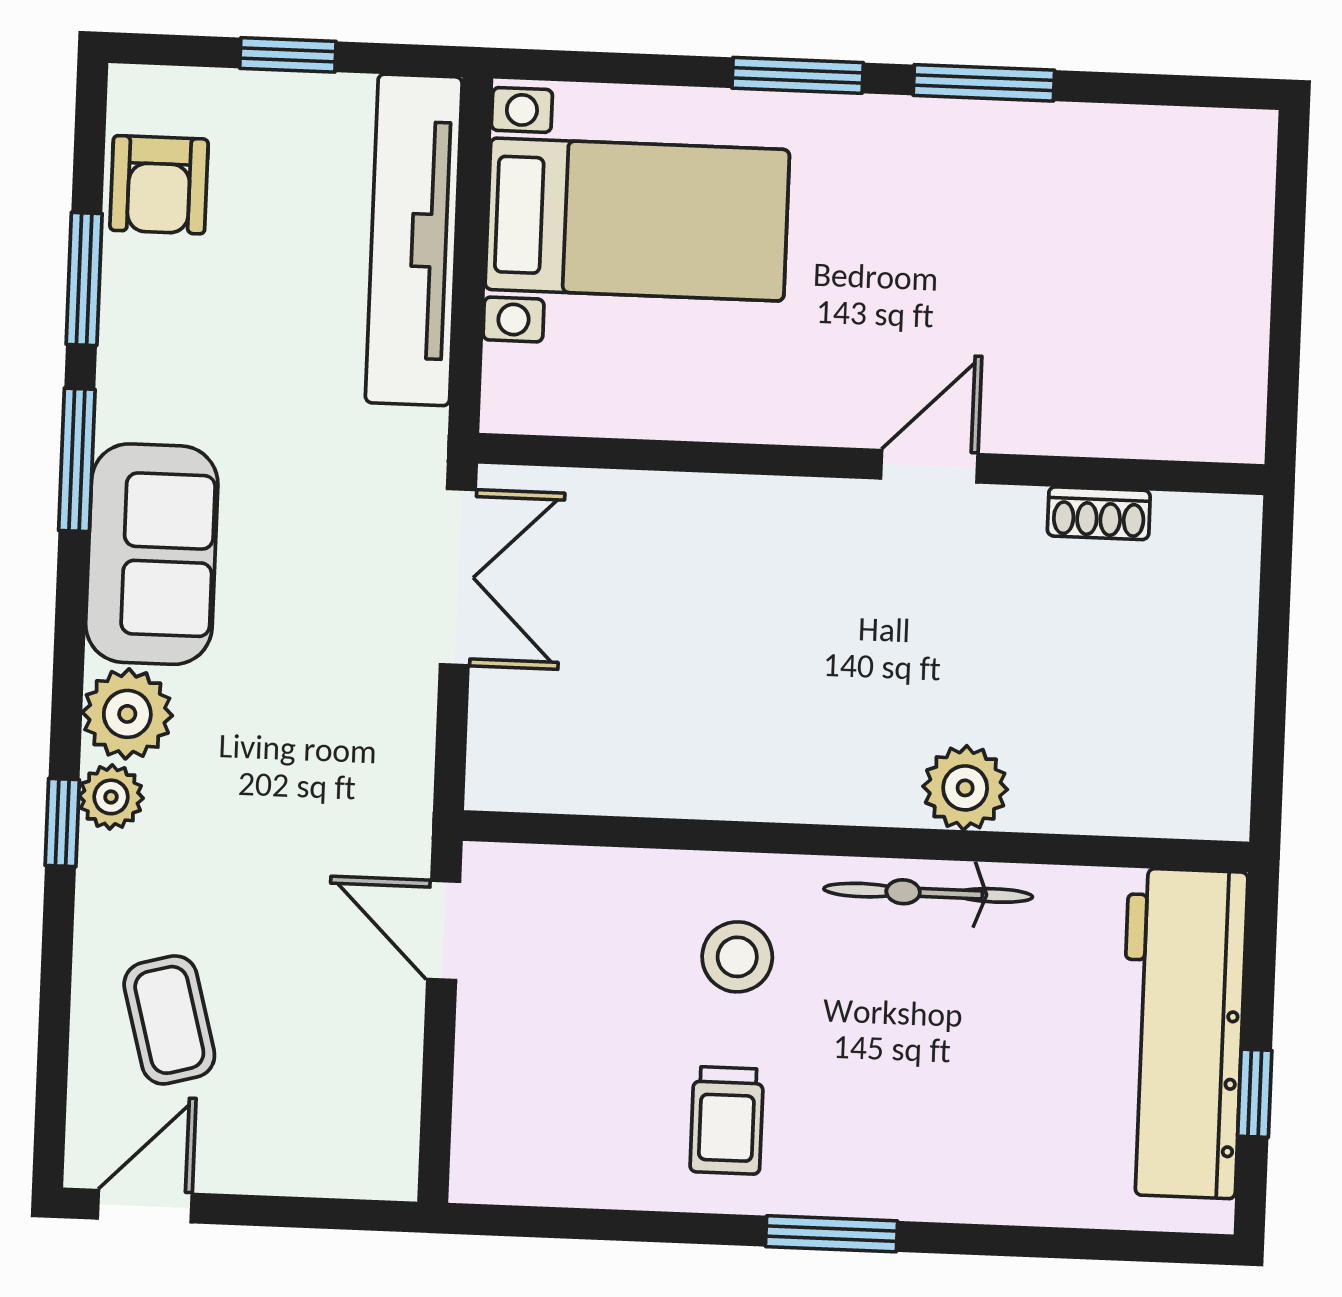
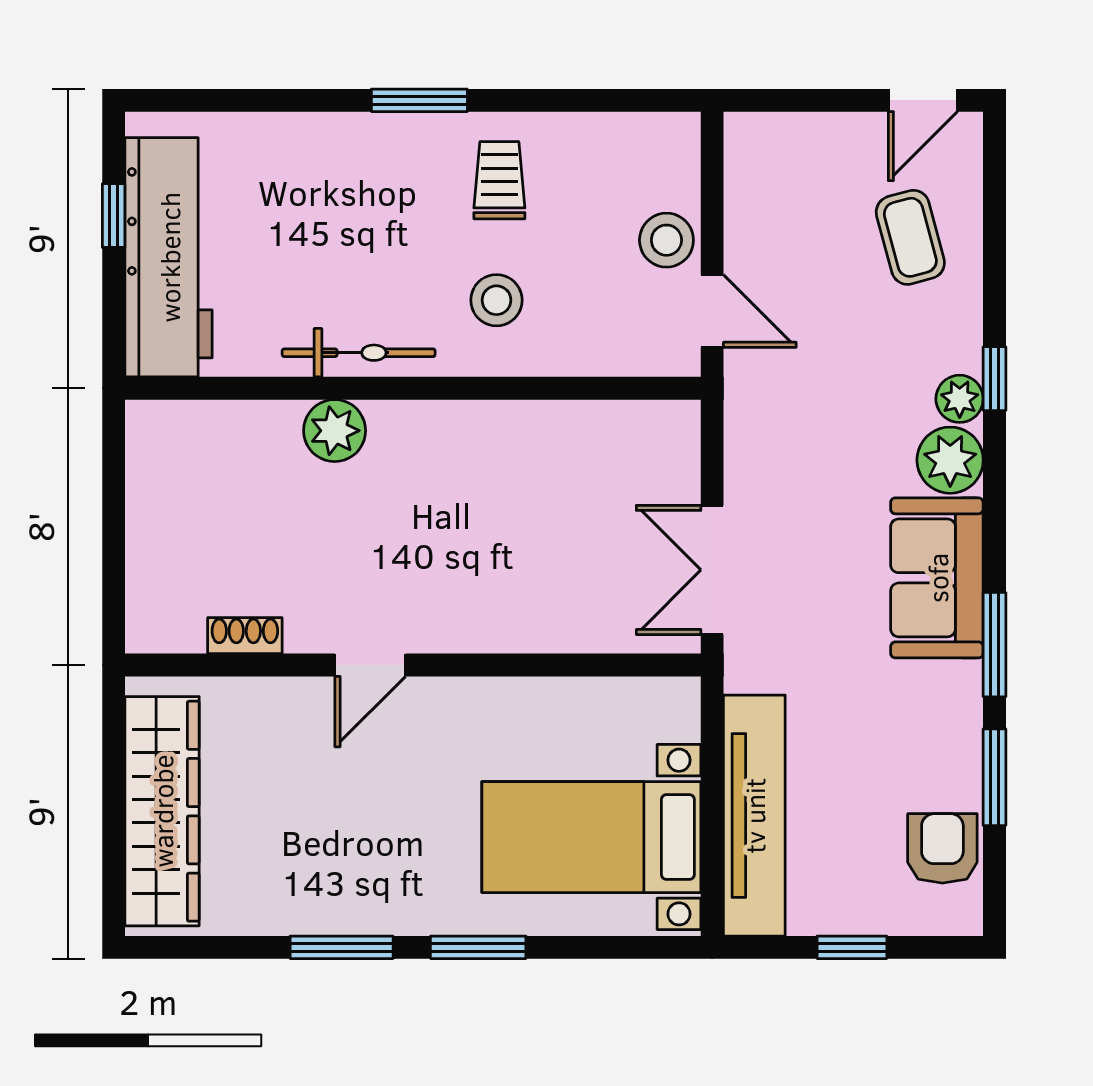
wardrobe: (1221, 278) -> (162, 811), added
stool: (502, 1029) -> (666, 240), added

